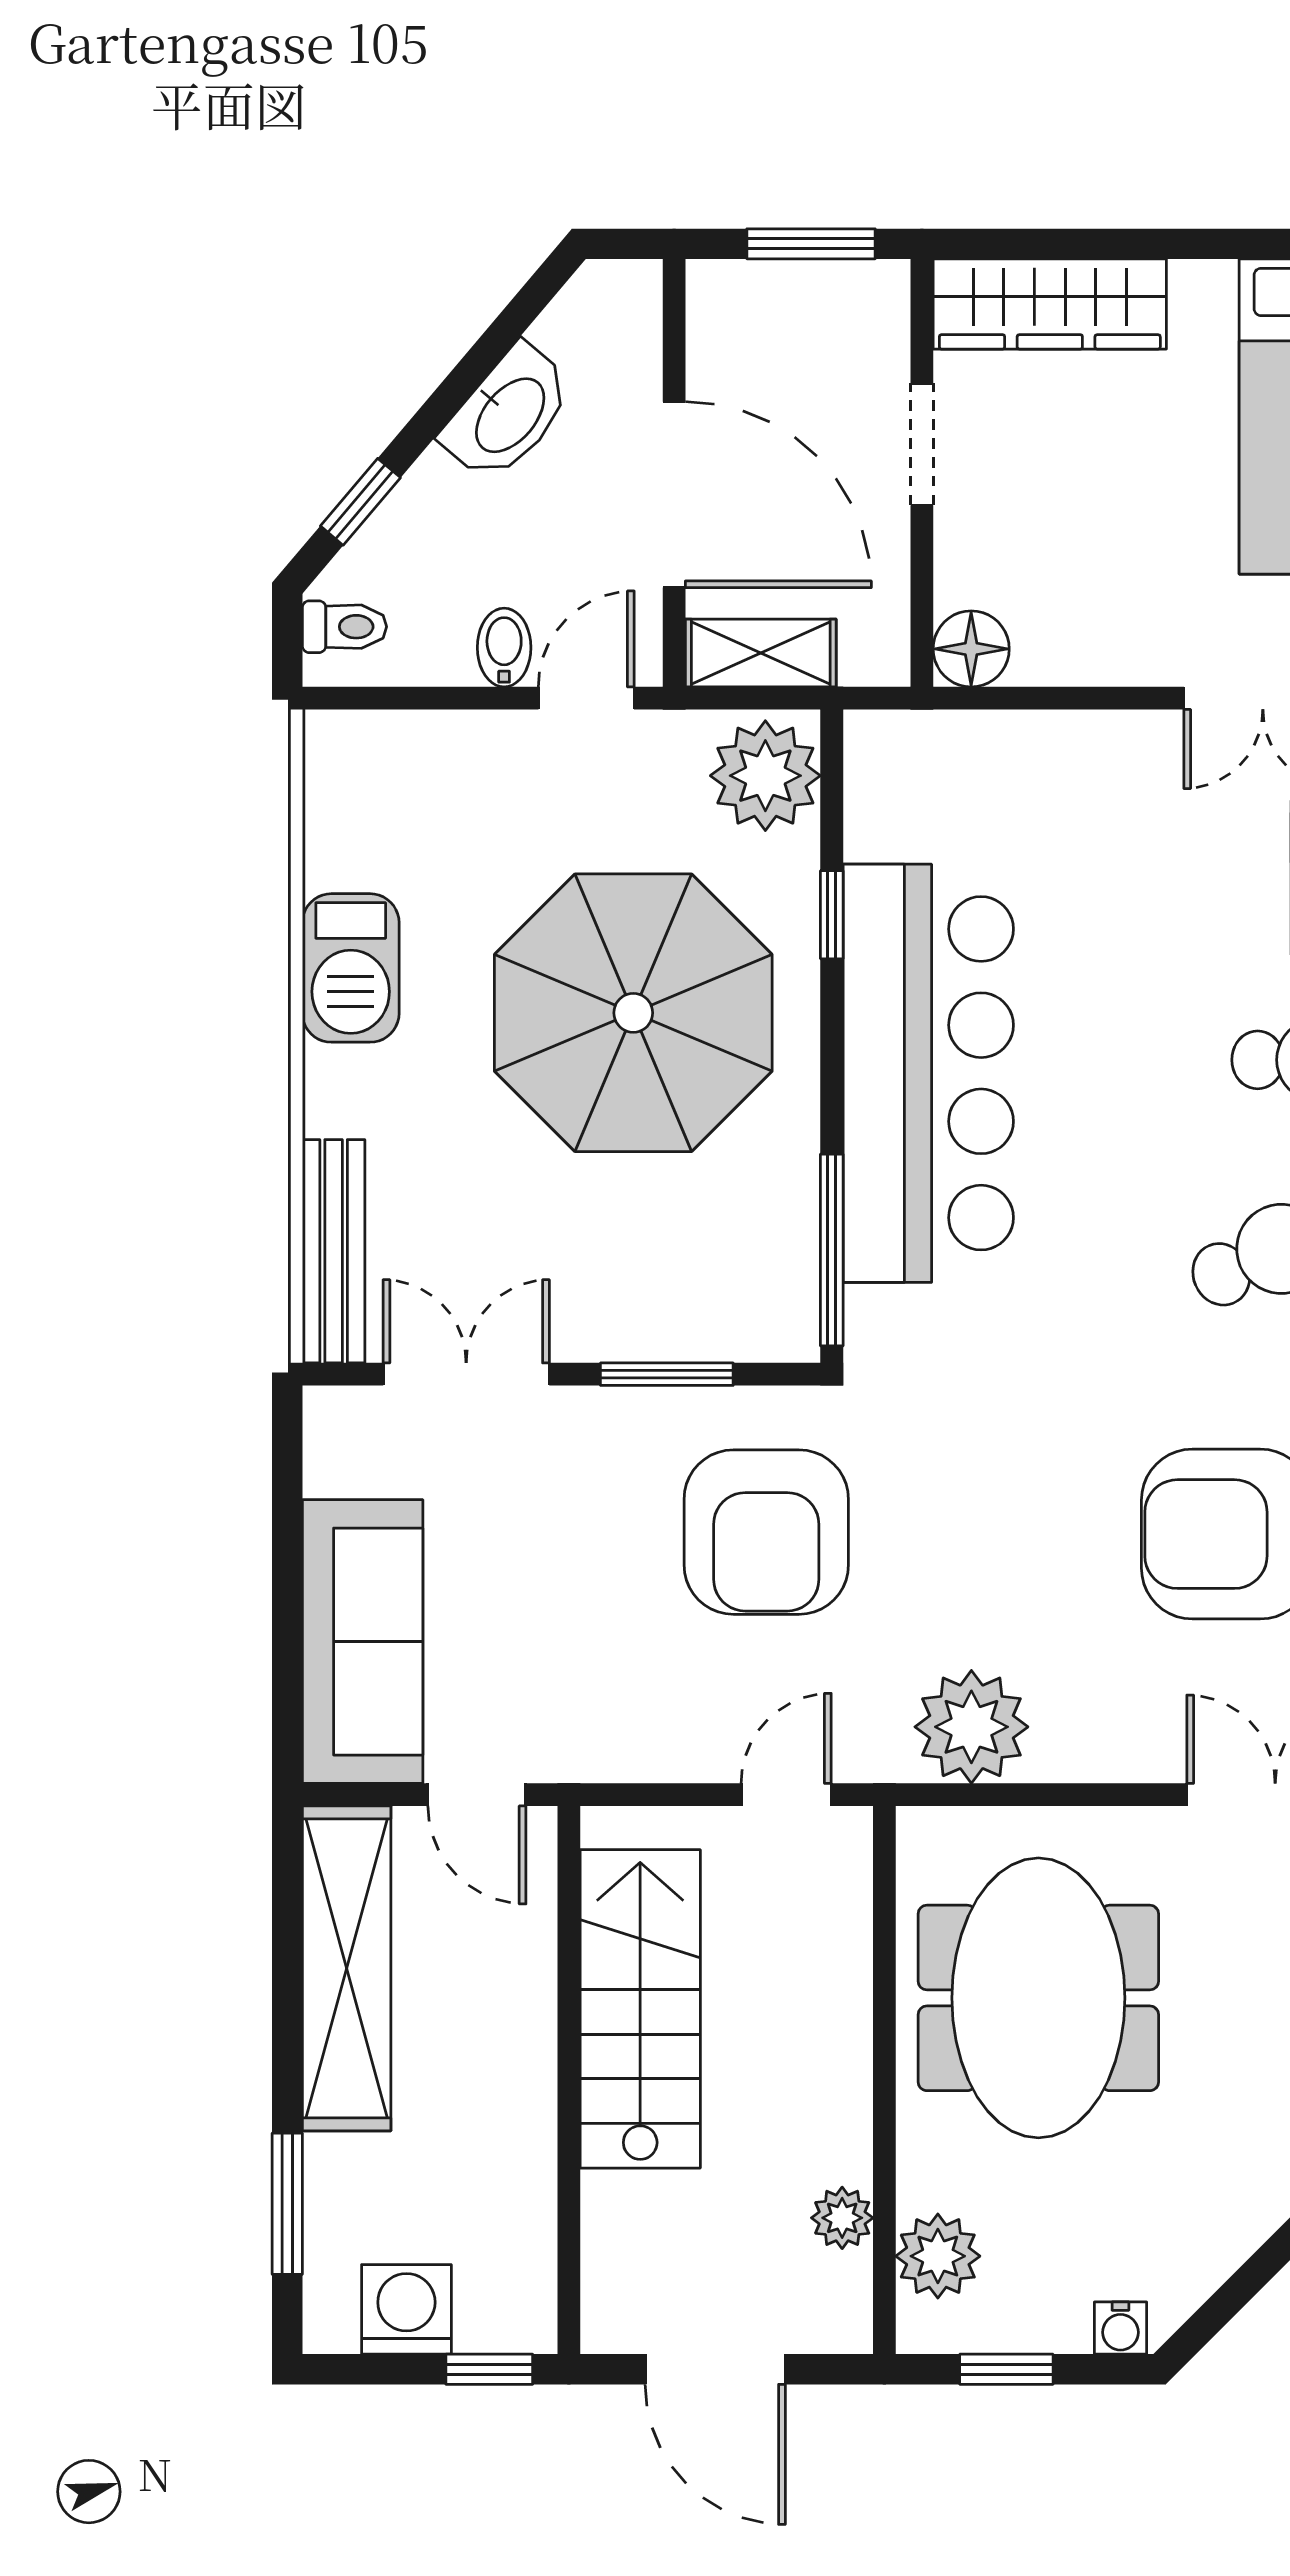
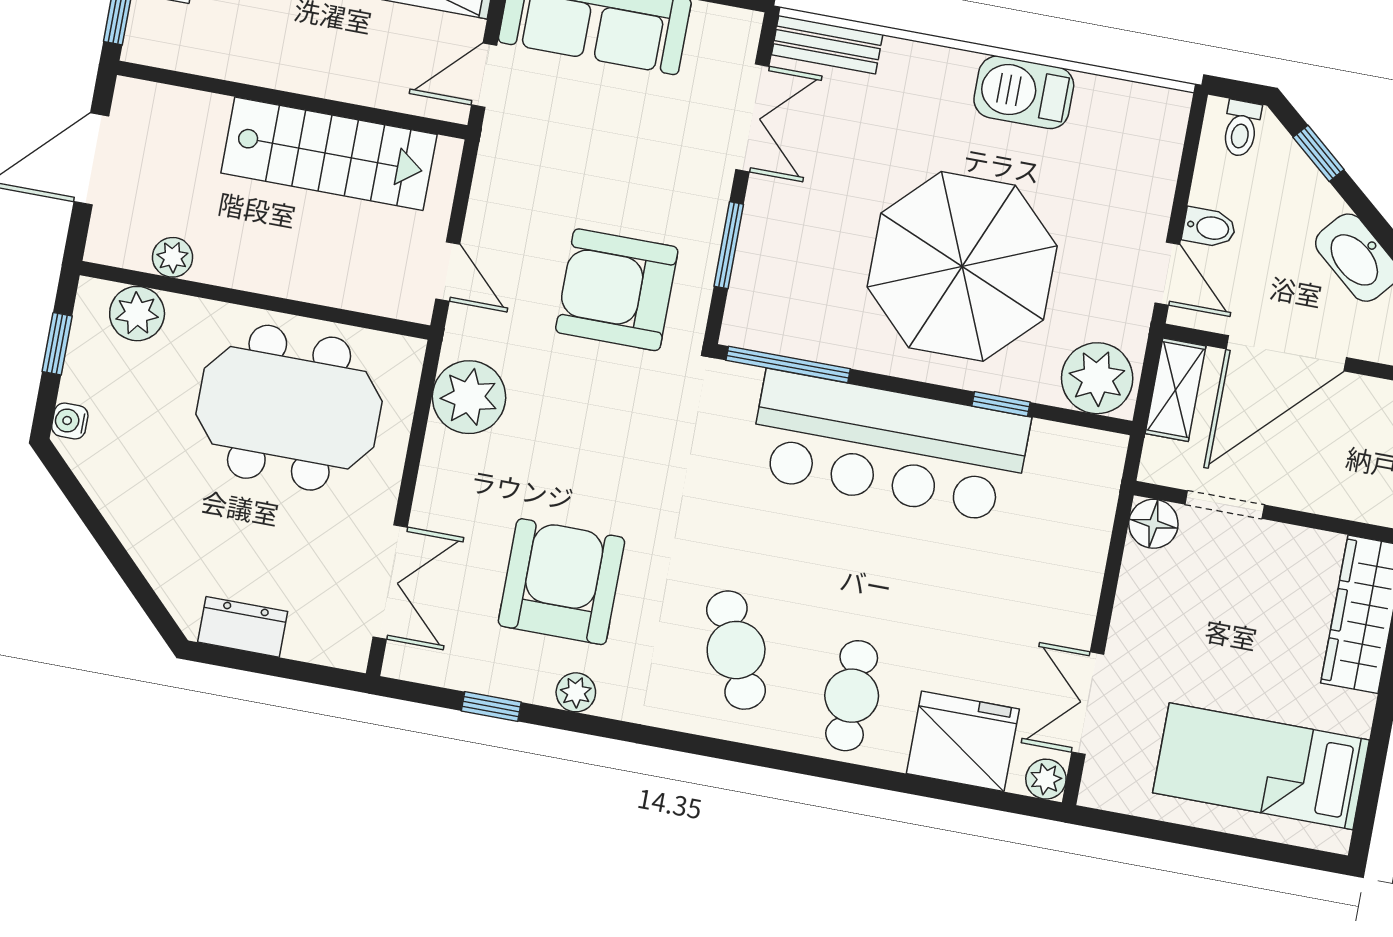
doorway: (922, 444) -> (1225, 505), moved
bench: (334, 1251) -> (827, 45), width x0.73

